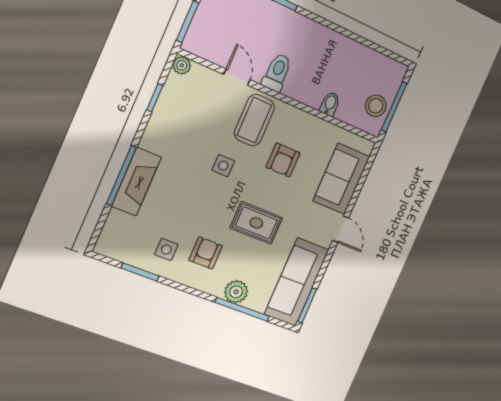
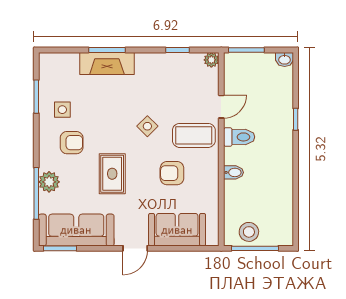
bidet: (330, 104) -> (233, 172), moved
side table: (223, 166) -> (147, 126), turned 45
window: (121, 176) -> (107, 50), width x0.69

